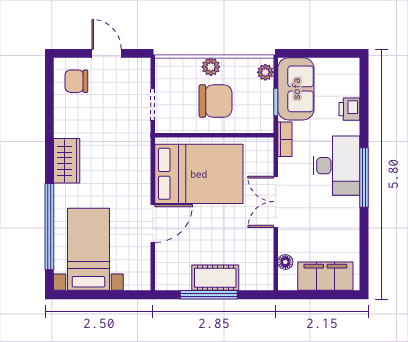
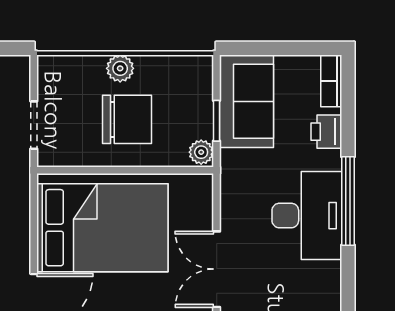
plant: (265, 72) -> (201, 152), moved
bookcase: (285, 139) -> (331, 81), moved, turned 180
window: (364, 178) -> (348, 201), moved

